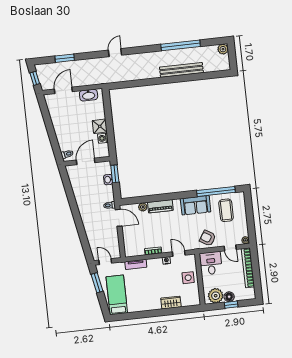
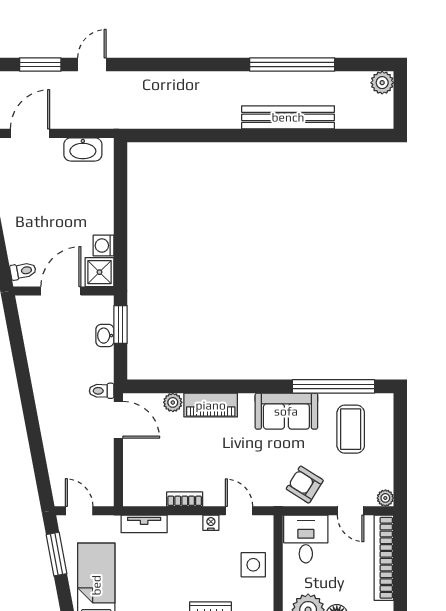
door: (115, 53) -> (92, 65), moved
shower: (100, 126) -> (99, 272), moved

